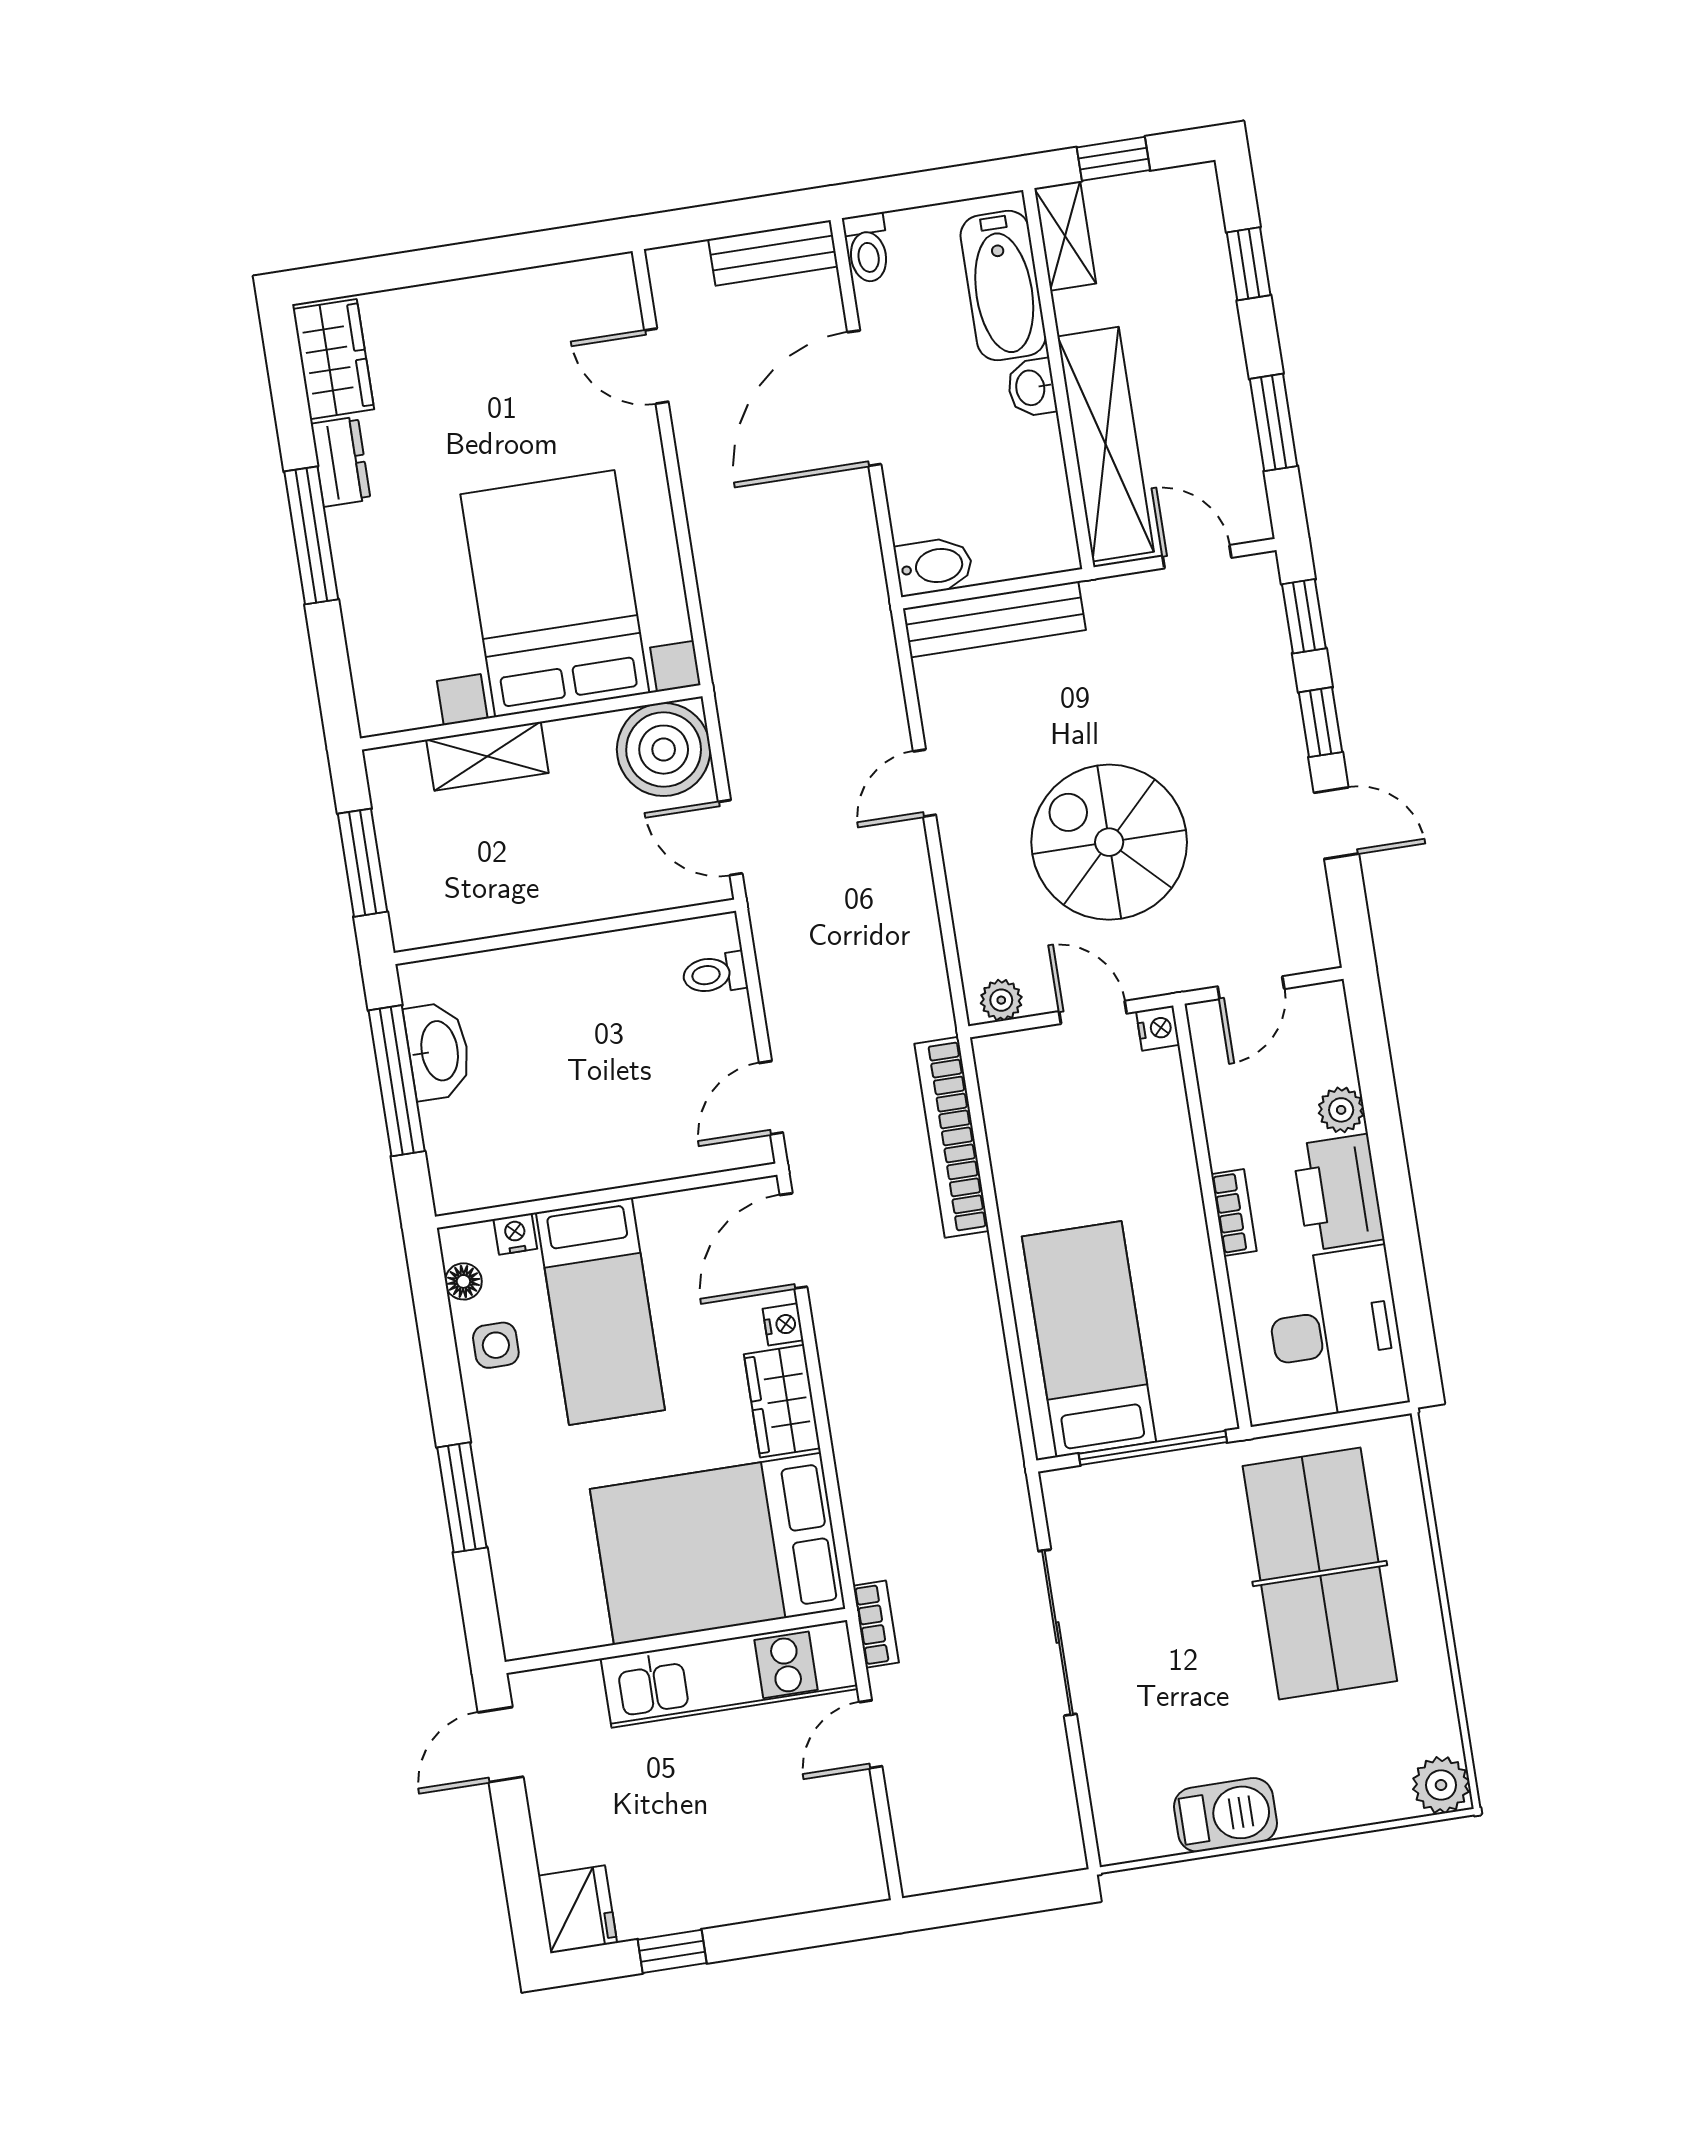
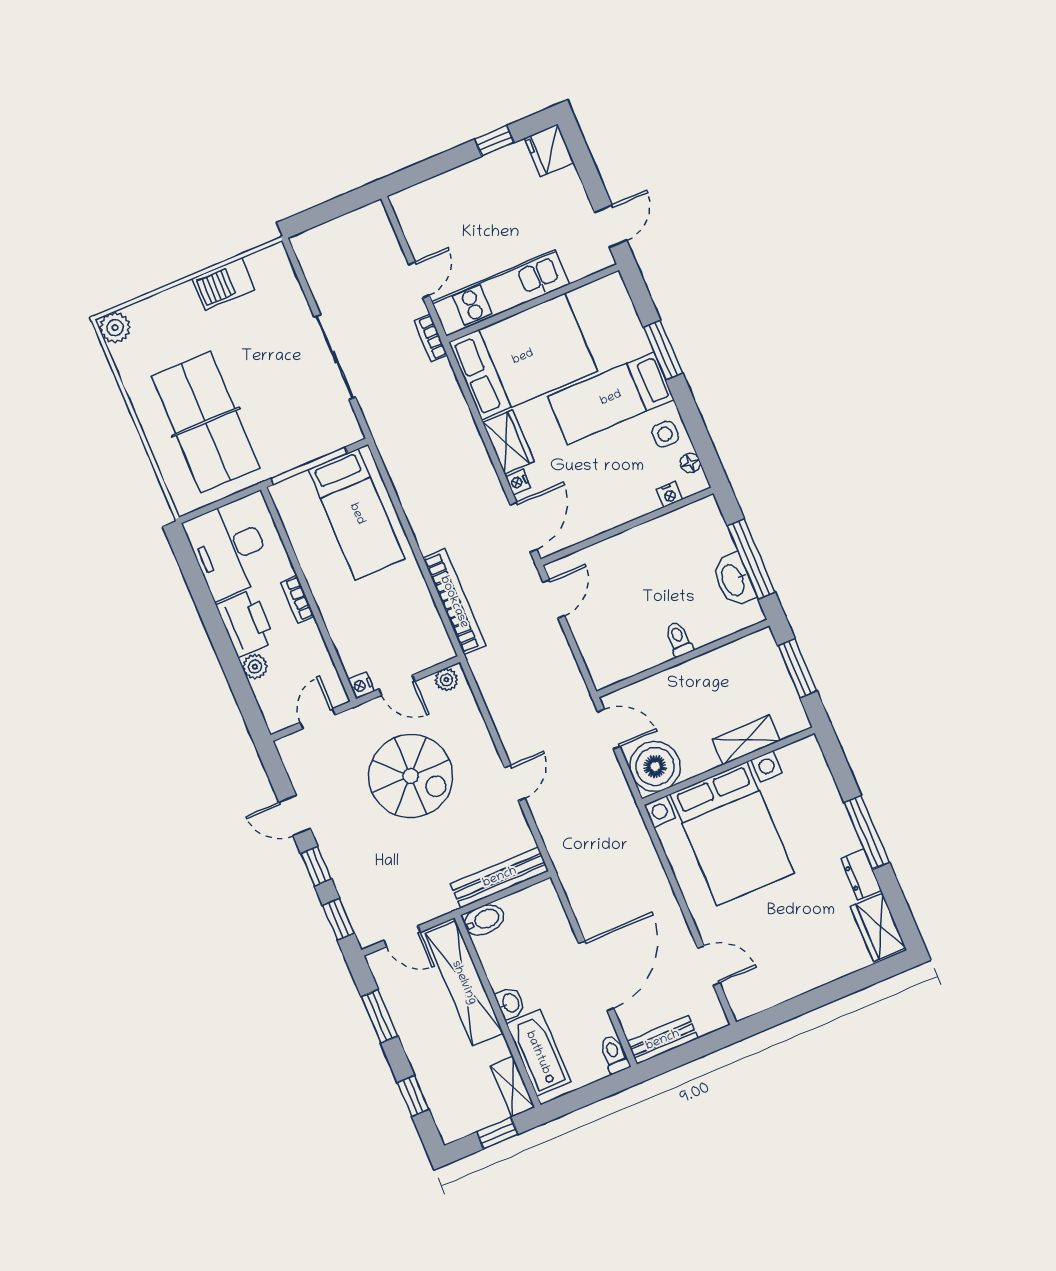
bidet: (934, 566) -> (484, 920), moved, turned 180
toilet: (715, 974) -> (679, 639), moved, turned -90
bed: (600, 1311) -> (611, 398), moved, turned -90

